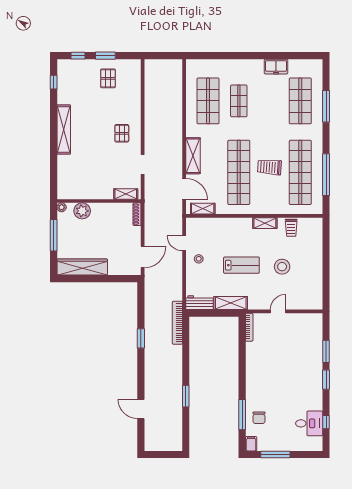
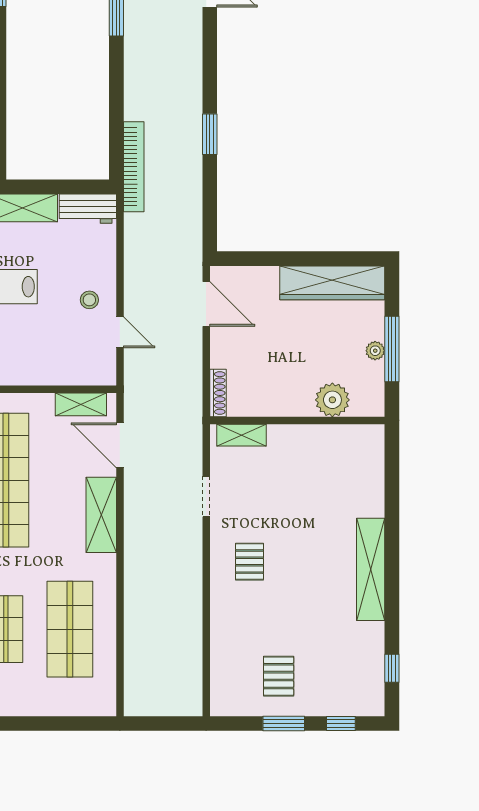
plant: (62, 207) -> (375, 351), moved
door: (143, 257) -> (206, 304), swing flipped

